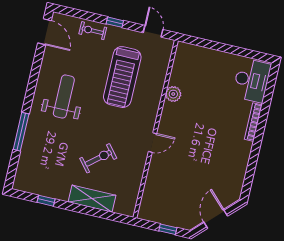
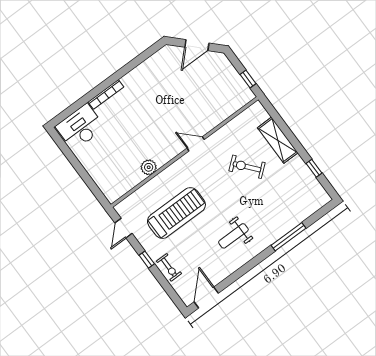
weight bench: (64, 97) -> (233, 236), width x0.73, depth x0.75
window: (168, 229) -> (248, 79), moved

